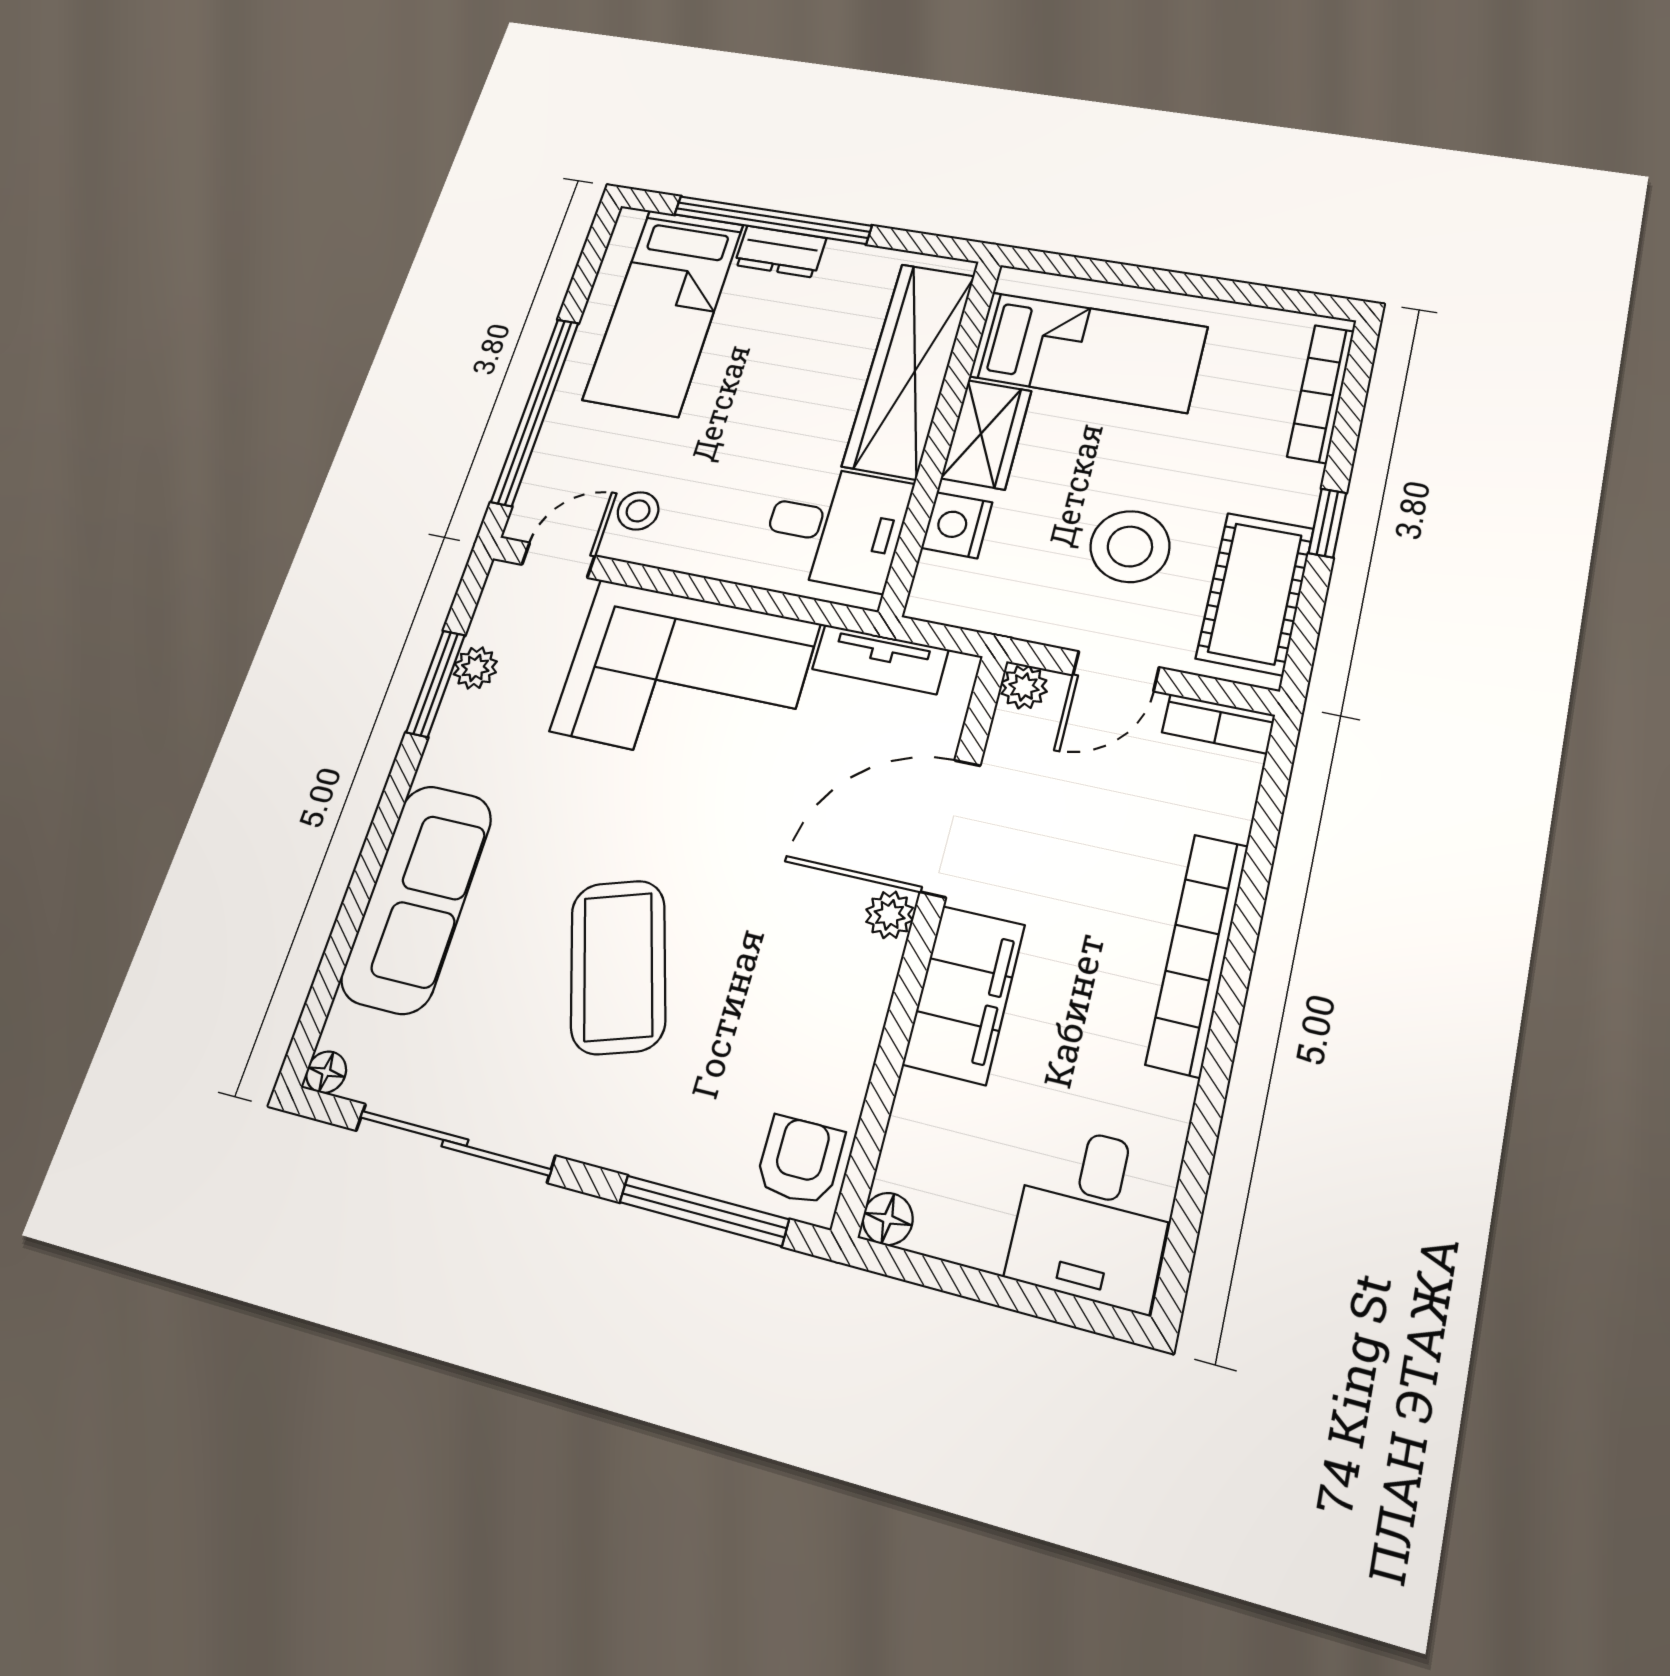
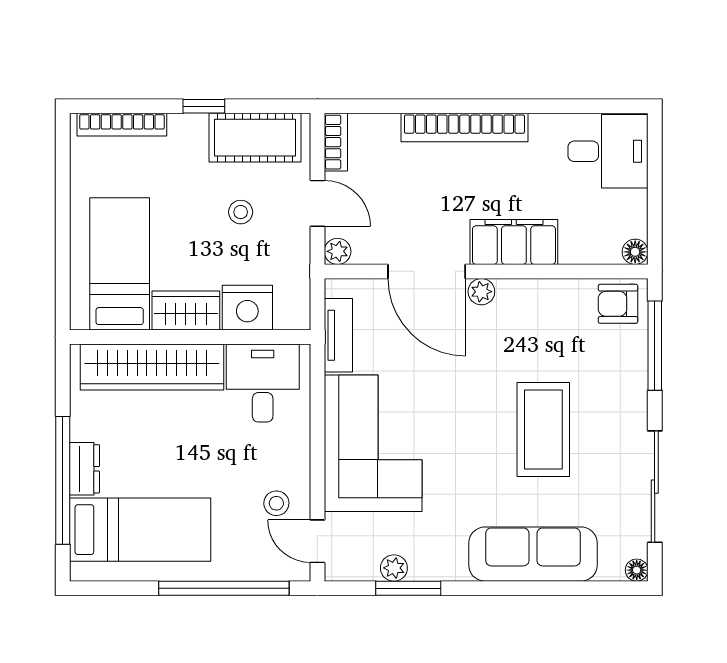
nightstand: (957, 525) -> (247, 308), width x1.36, depth x1.33
stool: (1130, 546) -> (241, 212), width x0.53, depth x0.53
coffee table: (618, 967) -> (543, 429), turned -72

